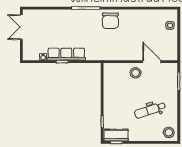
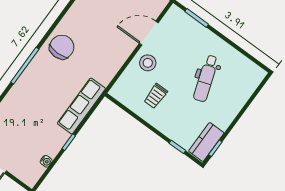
chair: (110, 21) -> (62, 47), turned -90
row of seats: (66, 54) -> (81, 106), moved
trolley: (121, 90) -> (156, 96), added
stool: (169, 132) -> (250, 75), removed

